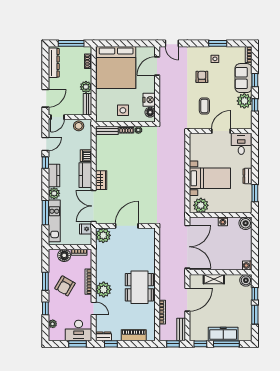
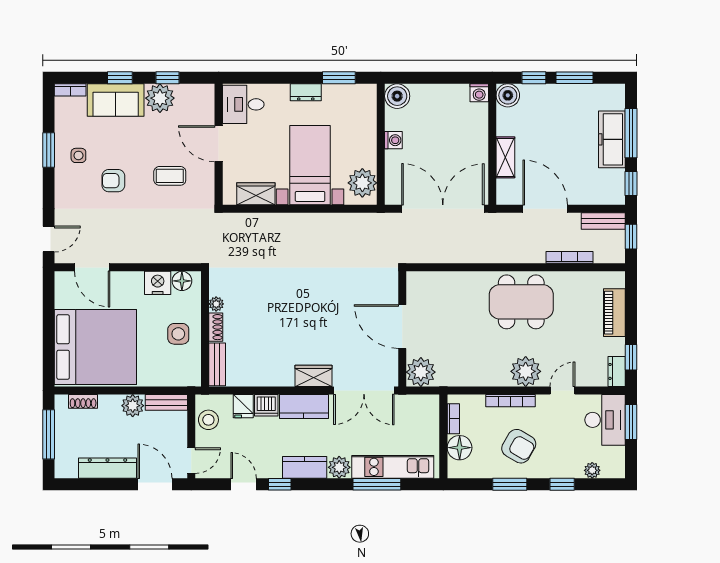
dresser: (54, 63) -> (107, 468), moved
door: (58, 117) -> (191, 461), hinge flipped
wardrobe: (195, 150) -> (256, 194), added
fridge: (86, 229) -> (243, 406), moved

